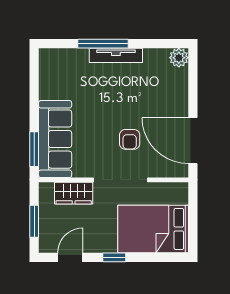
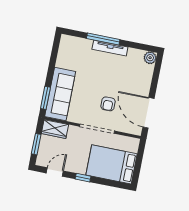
wardrobe: (74, 193) -> (55, 129), moved

